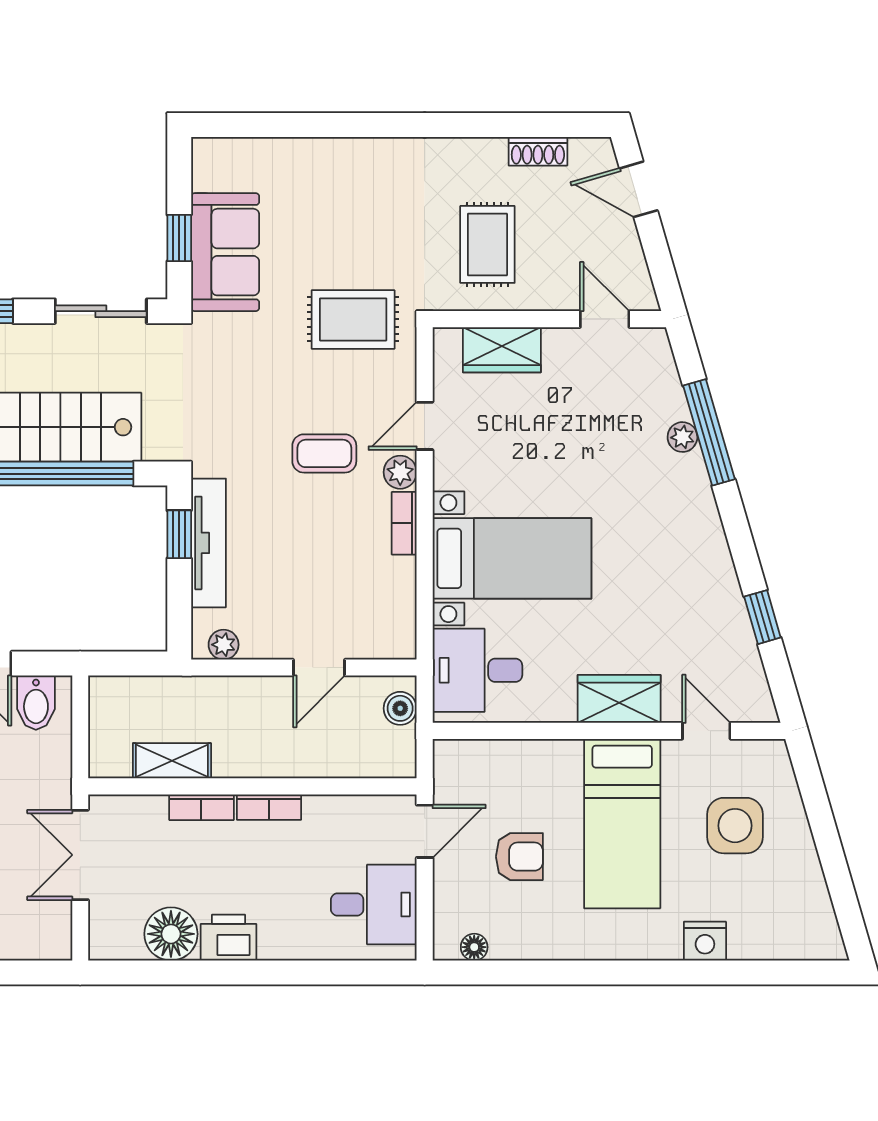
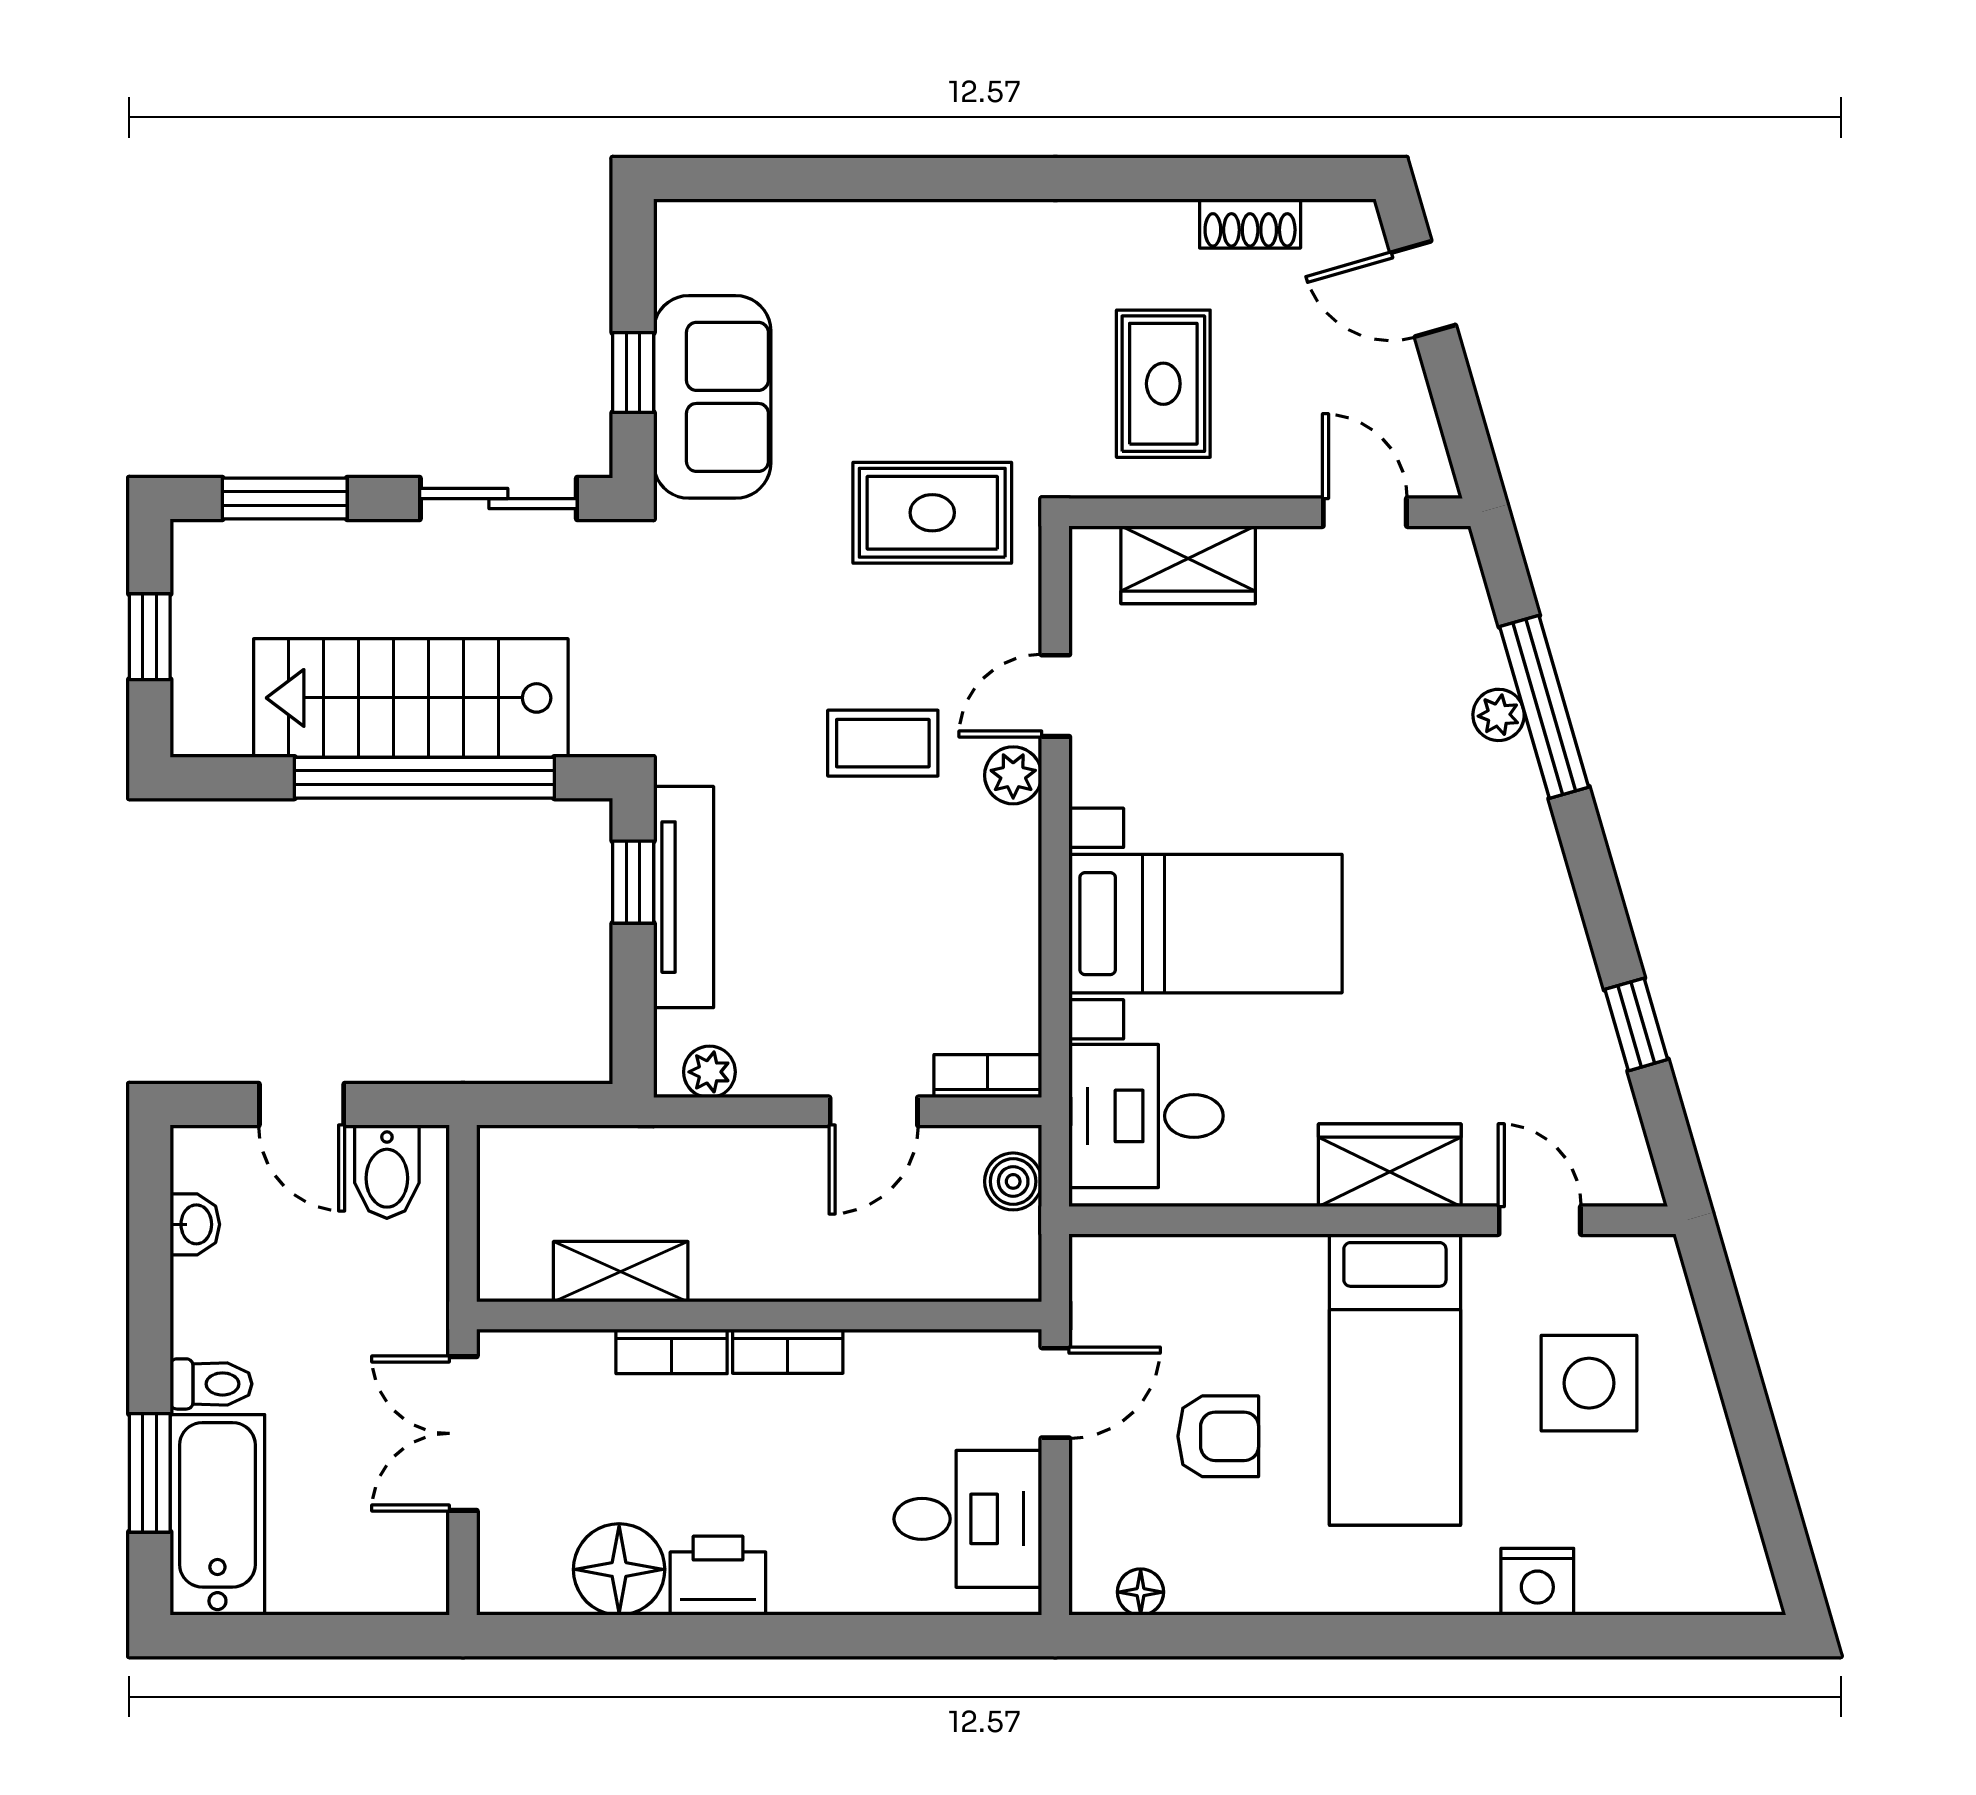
bookcase: (404, 523) -> (988, 1076), moved, turned 90

